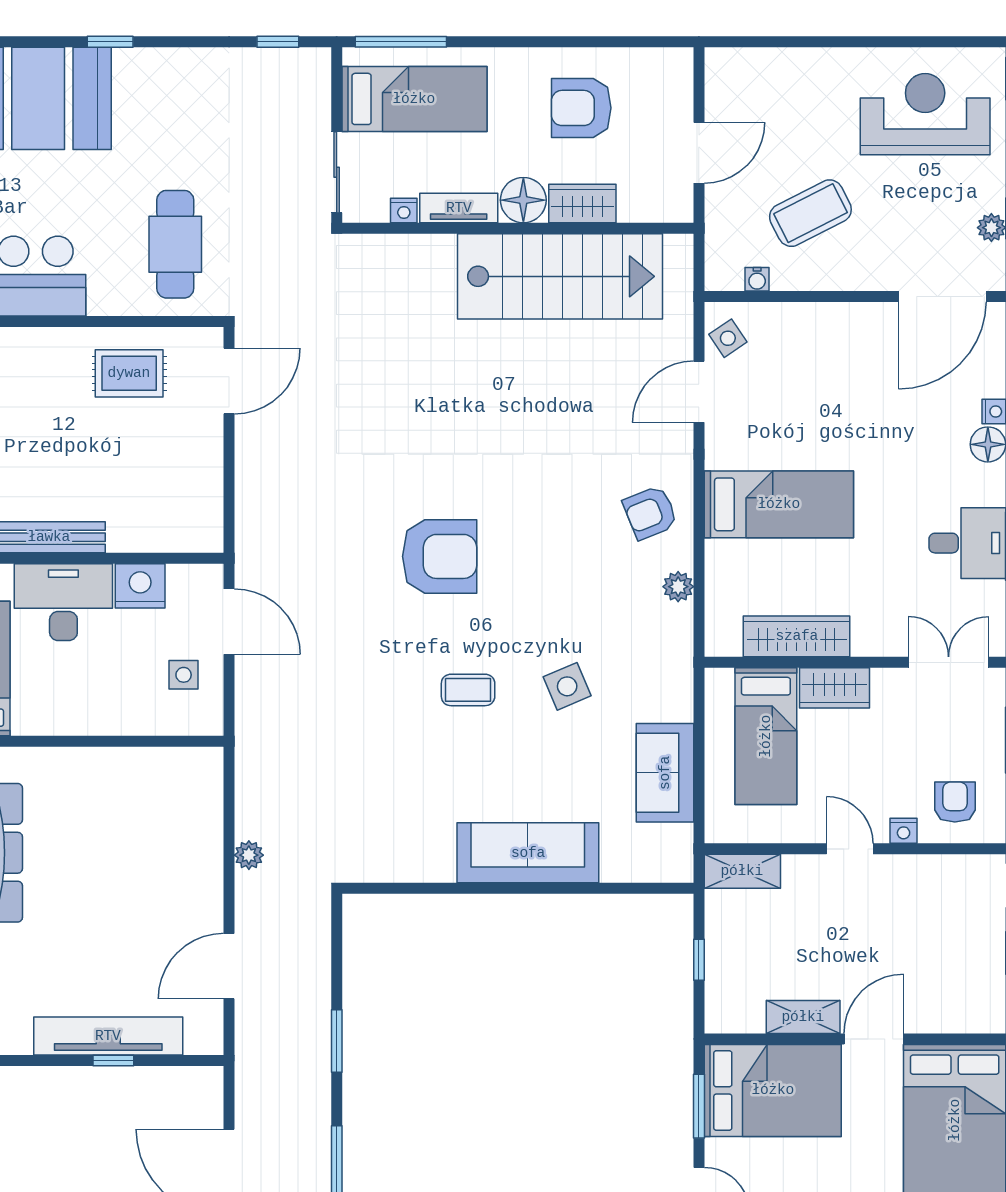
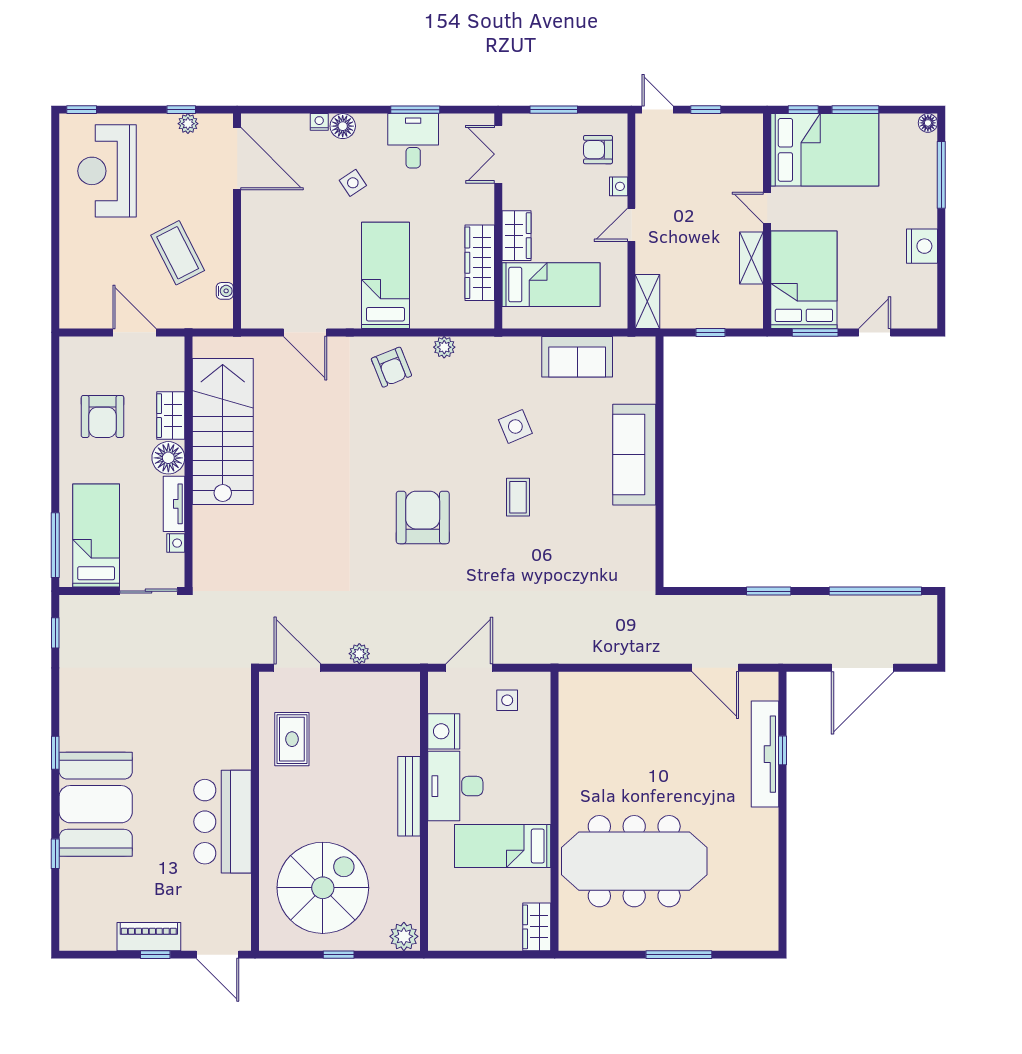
cafe table: (175, 244) -> (200, 706), removed
side table: (728, 338) -> (353, 183), moved
plant: (249, 855) -> (359, 654), moved
door: (874, 1039) -> (767, 208), width x0.73

